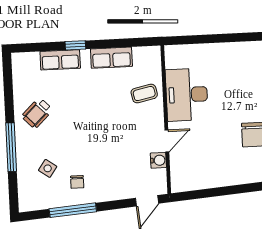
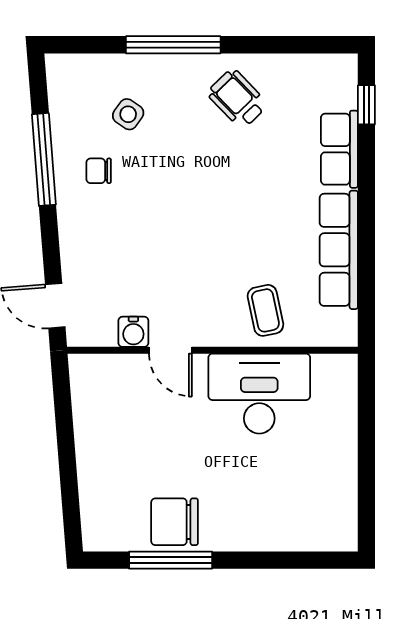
window: (75, 45) -> (366, 105), moved
row of seats: (111, 58) -> (339, 250), width x1.48

